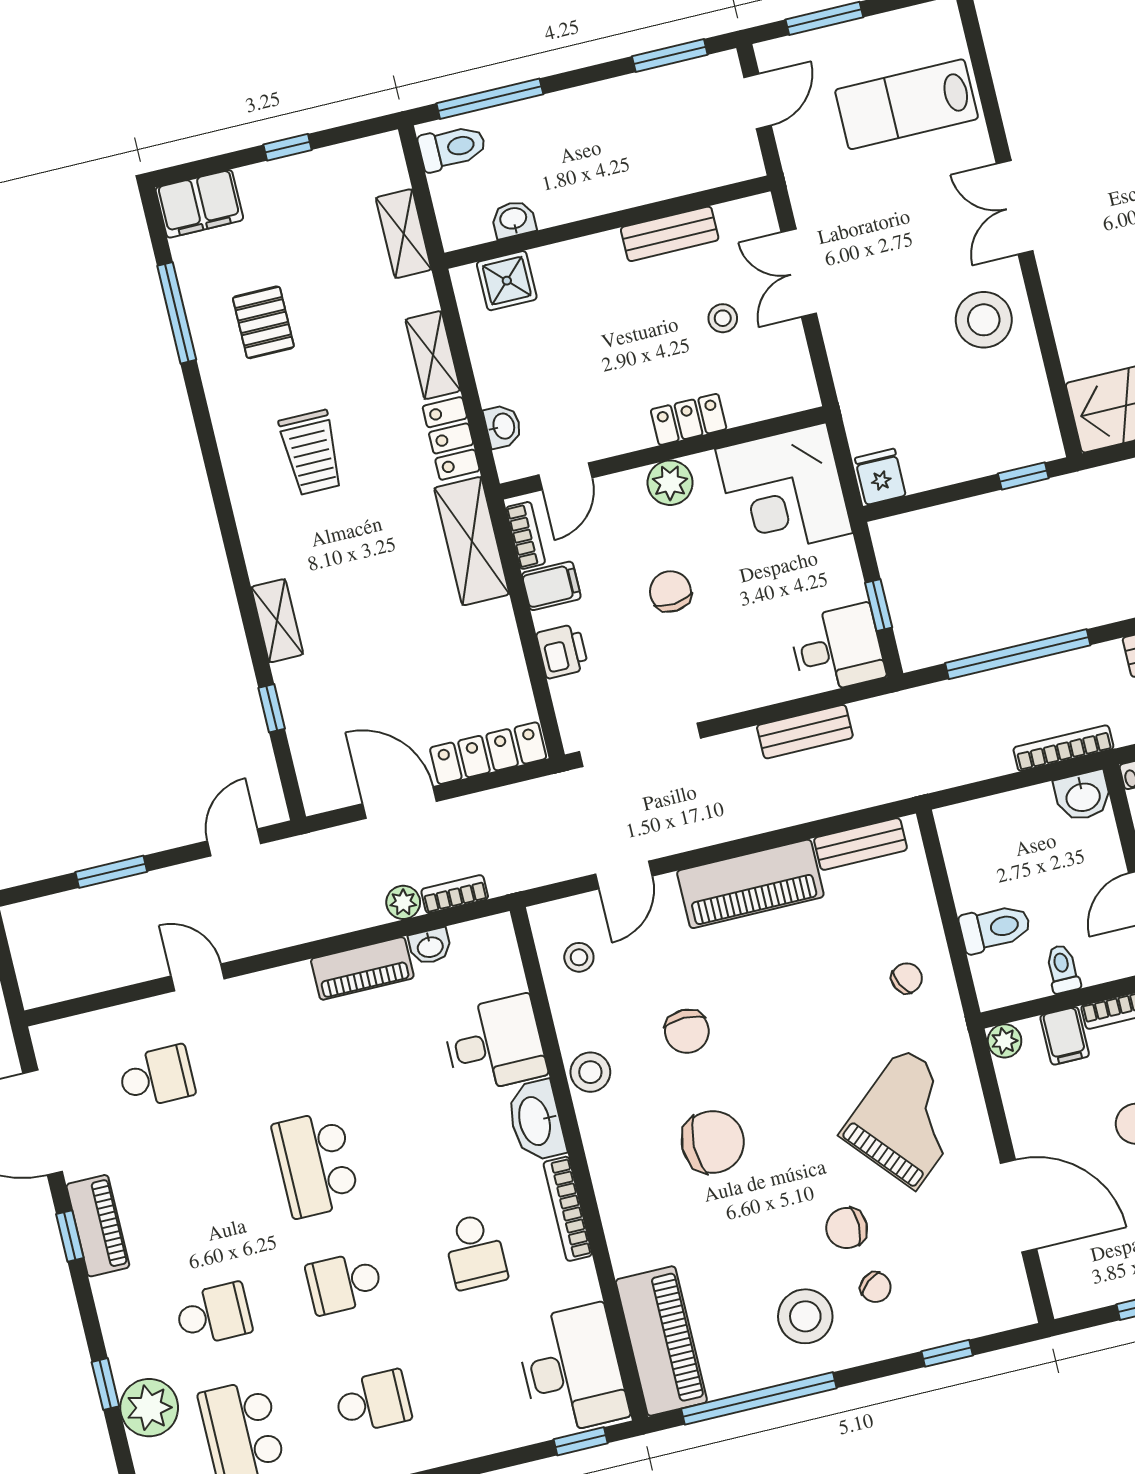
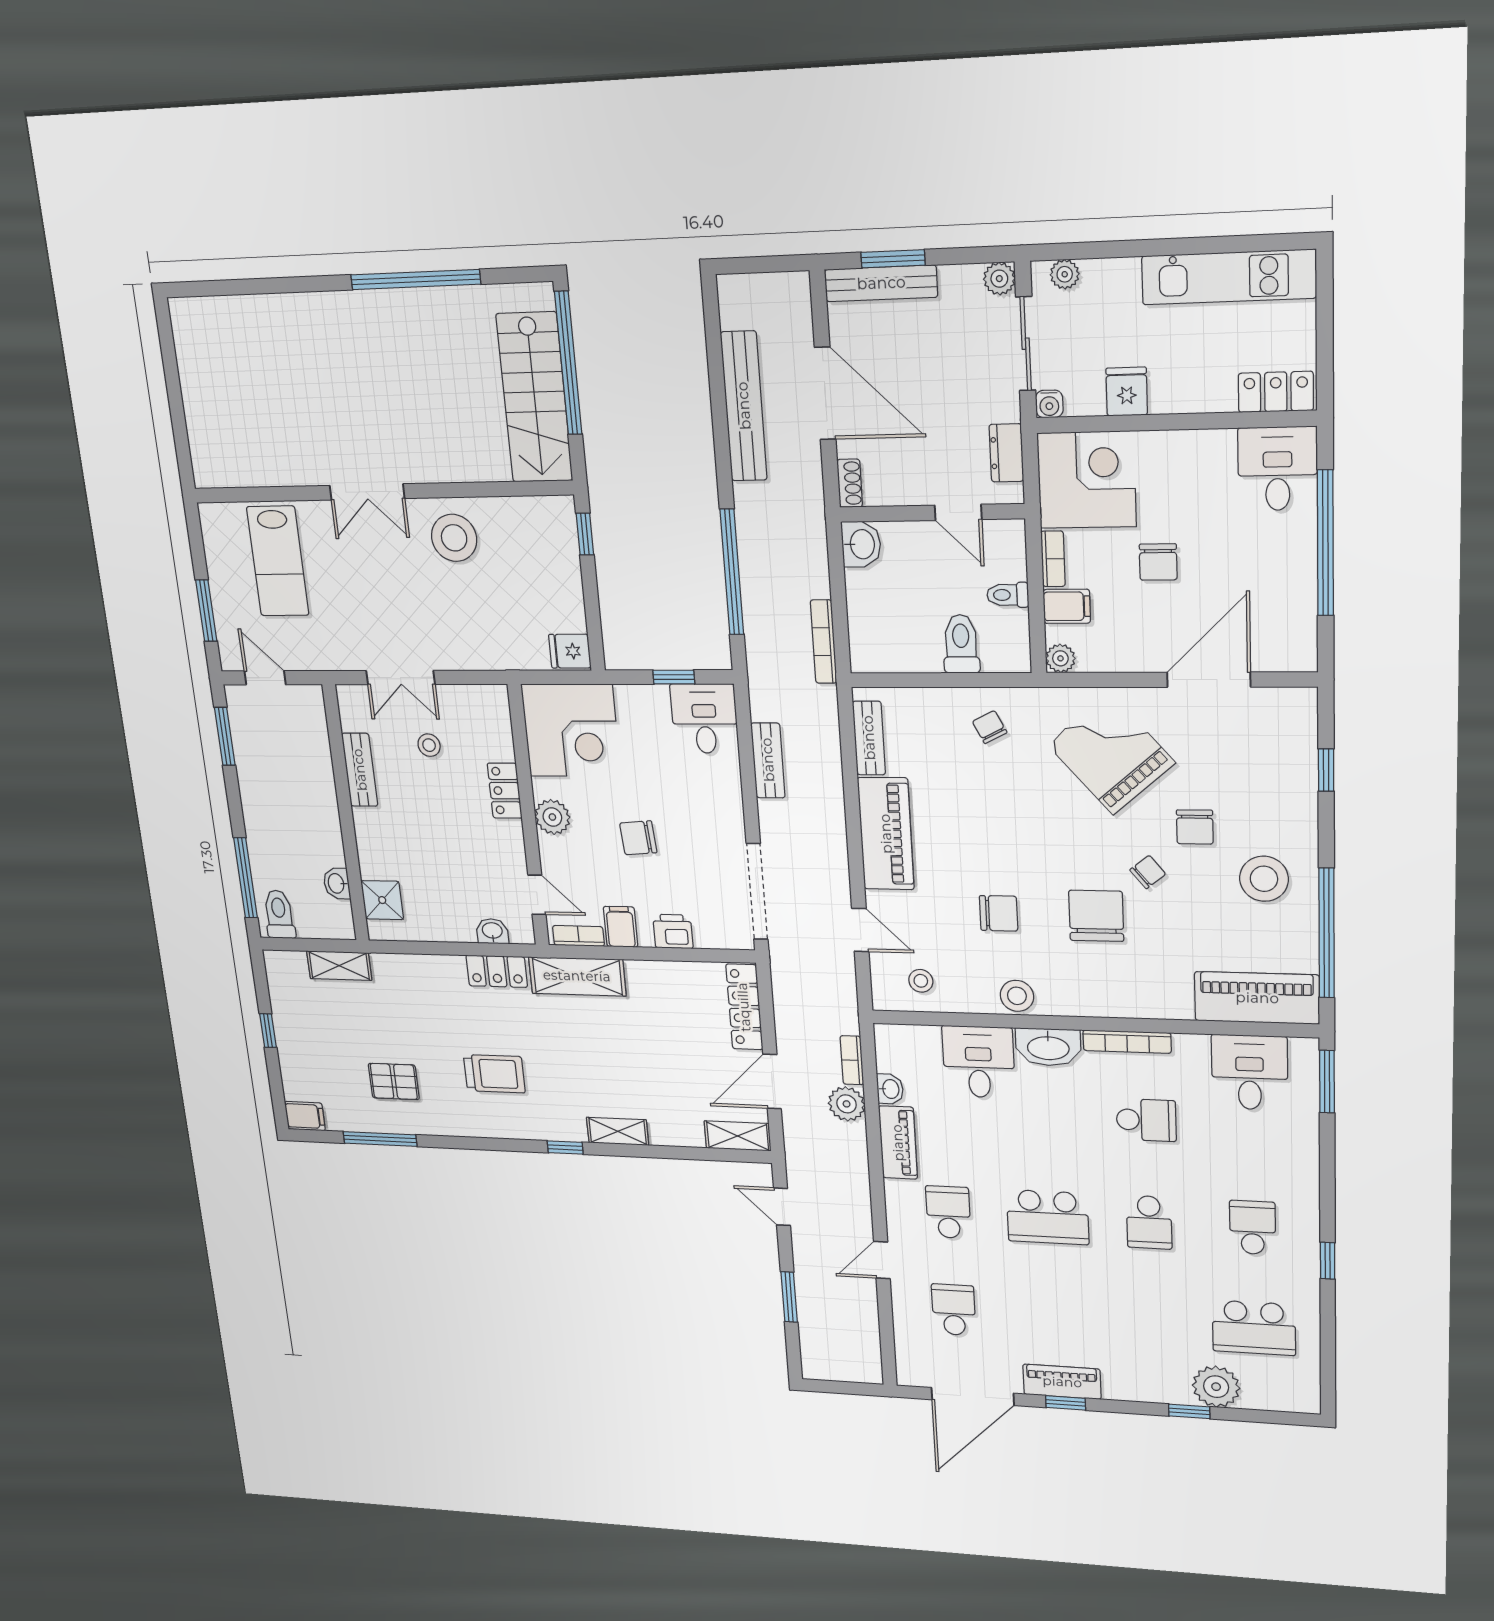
filing cabinet: (199, 204) -> (305, 1116), width x0.50
shelving: (433, 355) -> (738, 1136), moved
window: (272, 708) -> (565, 1148), moved
bookcase: (1063, 748) -> (824, 642), moved
plant: (403, 902) -> (847, 1104), width x1.38, depth x1.38
chair: (876, 1287) -> (1148, 872), moved
school desk: (213, 1314) -> (948, 1212), moved
desk: (572, 1369) -> (1250, 1072), width x0.73
window: (581, 1441) -> (1327, 1082), width x1.50

